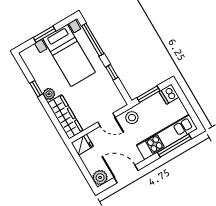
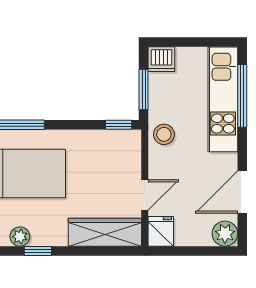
window: (112, 72) -> (119, 125), moved
plant: (49, 94) -> (20, 237), moved
door: (106, 120) -> (145, 195), moved

